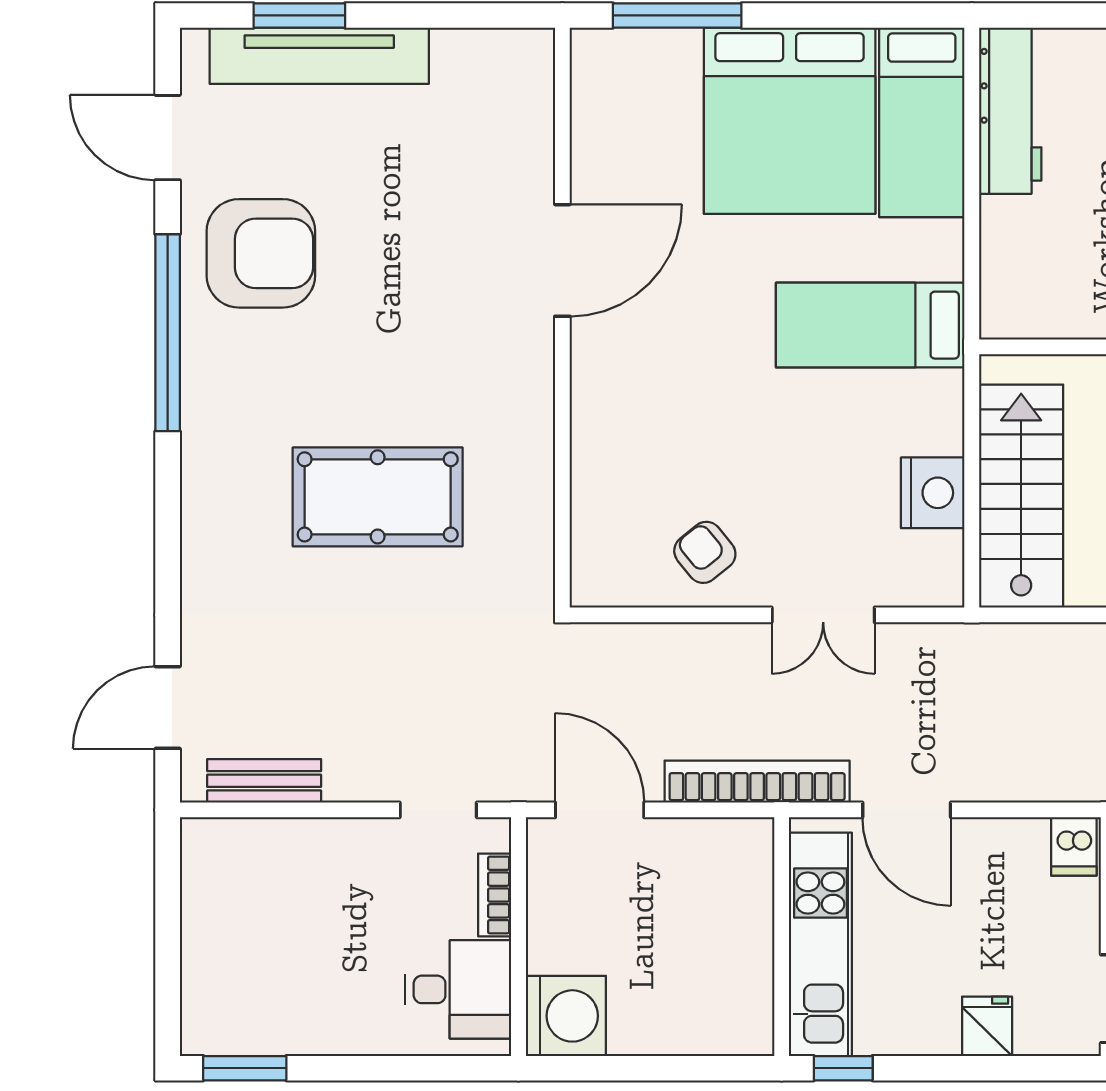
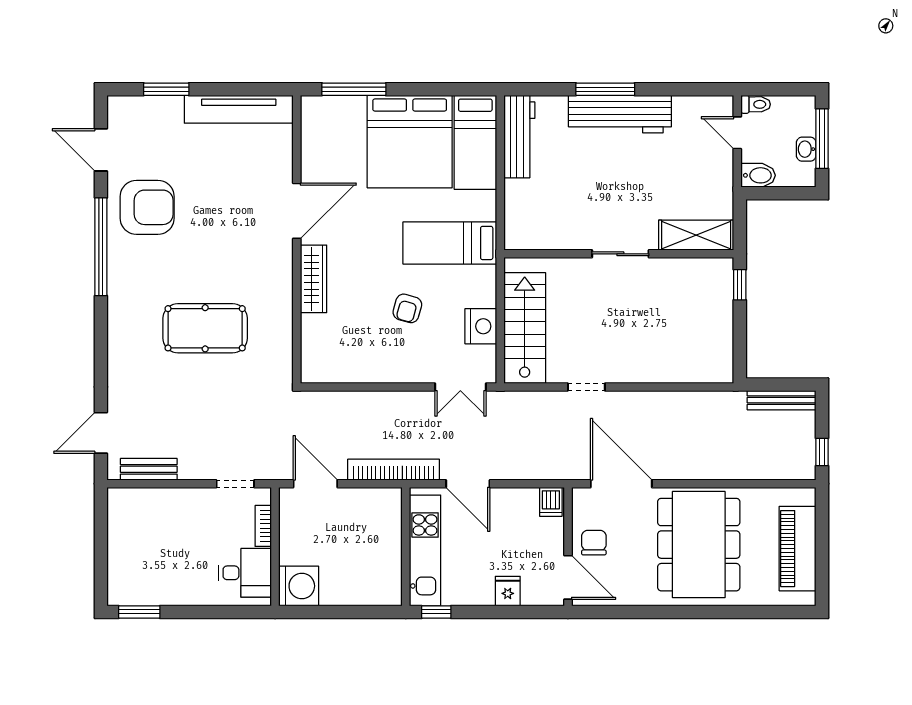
tv unit: (319, 56) -> (239, 109), moved
wardrobe: (596, 397) -> (314, 279), added
armchair: (705, 552) -> (407, 308), moved, turned -125
double door: (823, 615) -> (460, 387), moved

